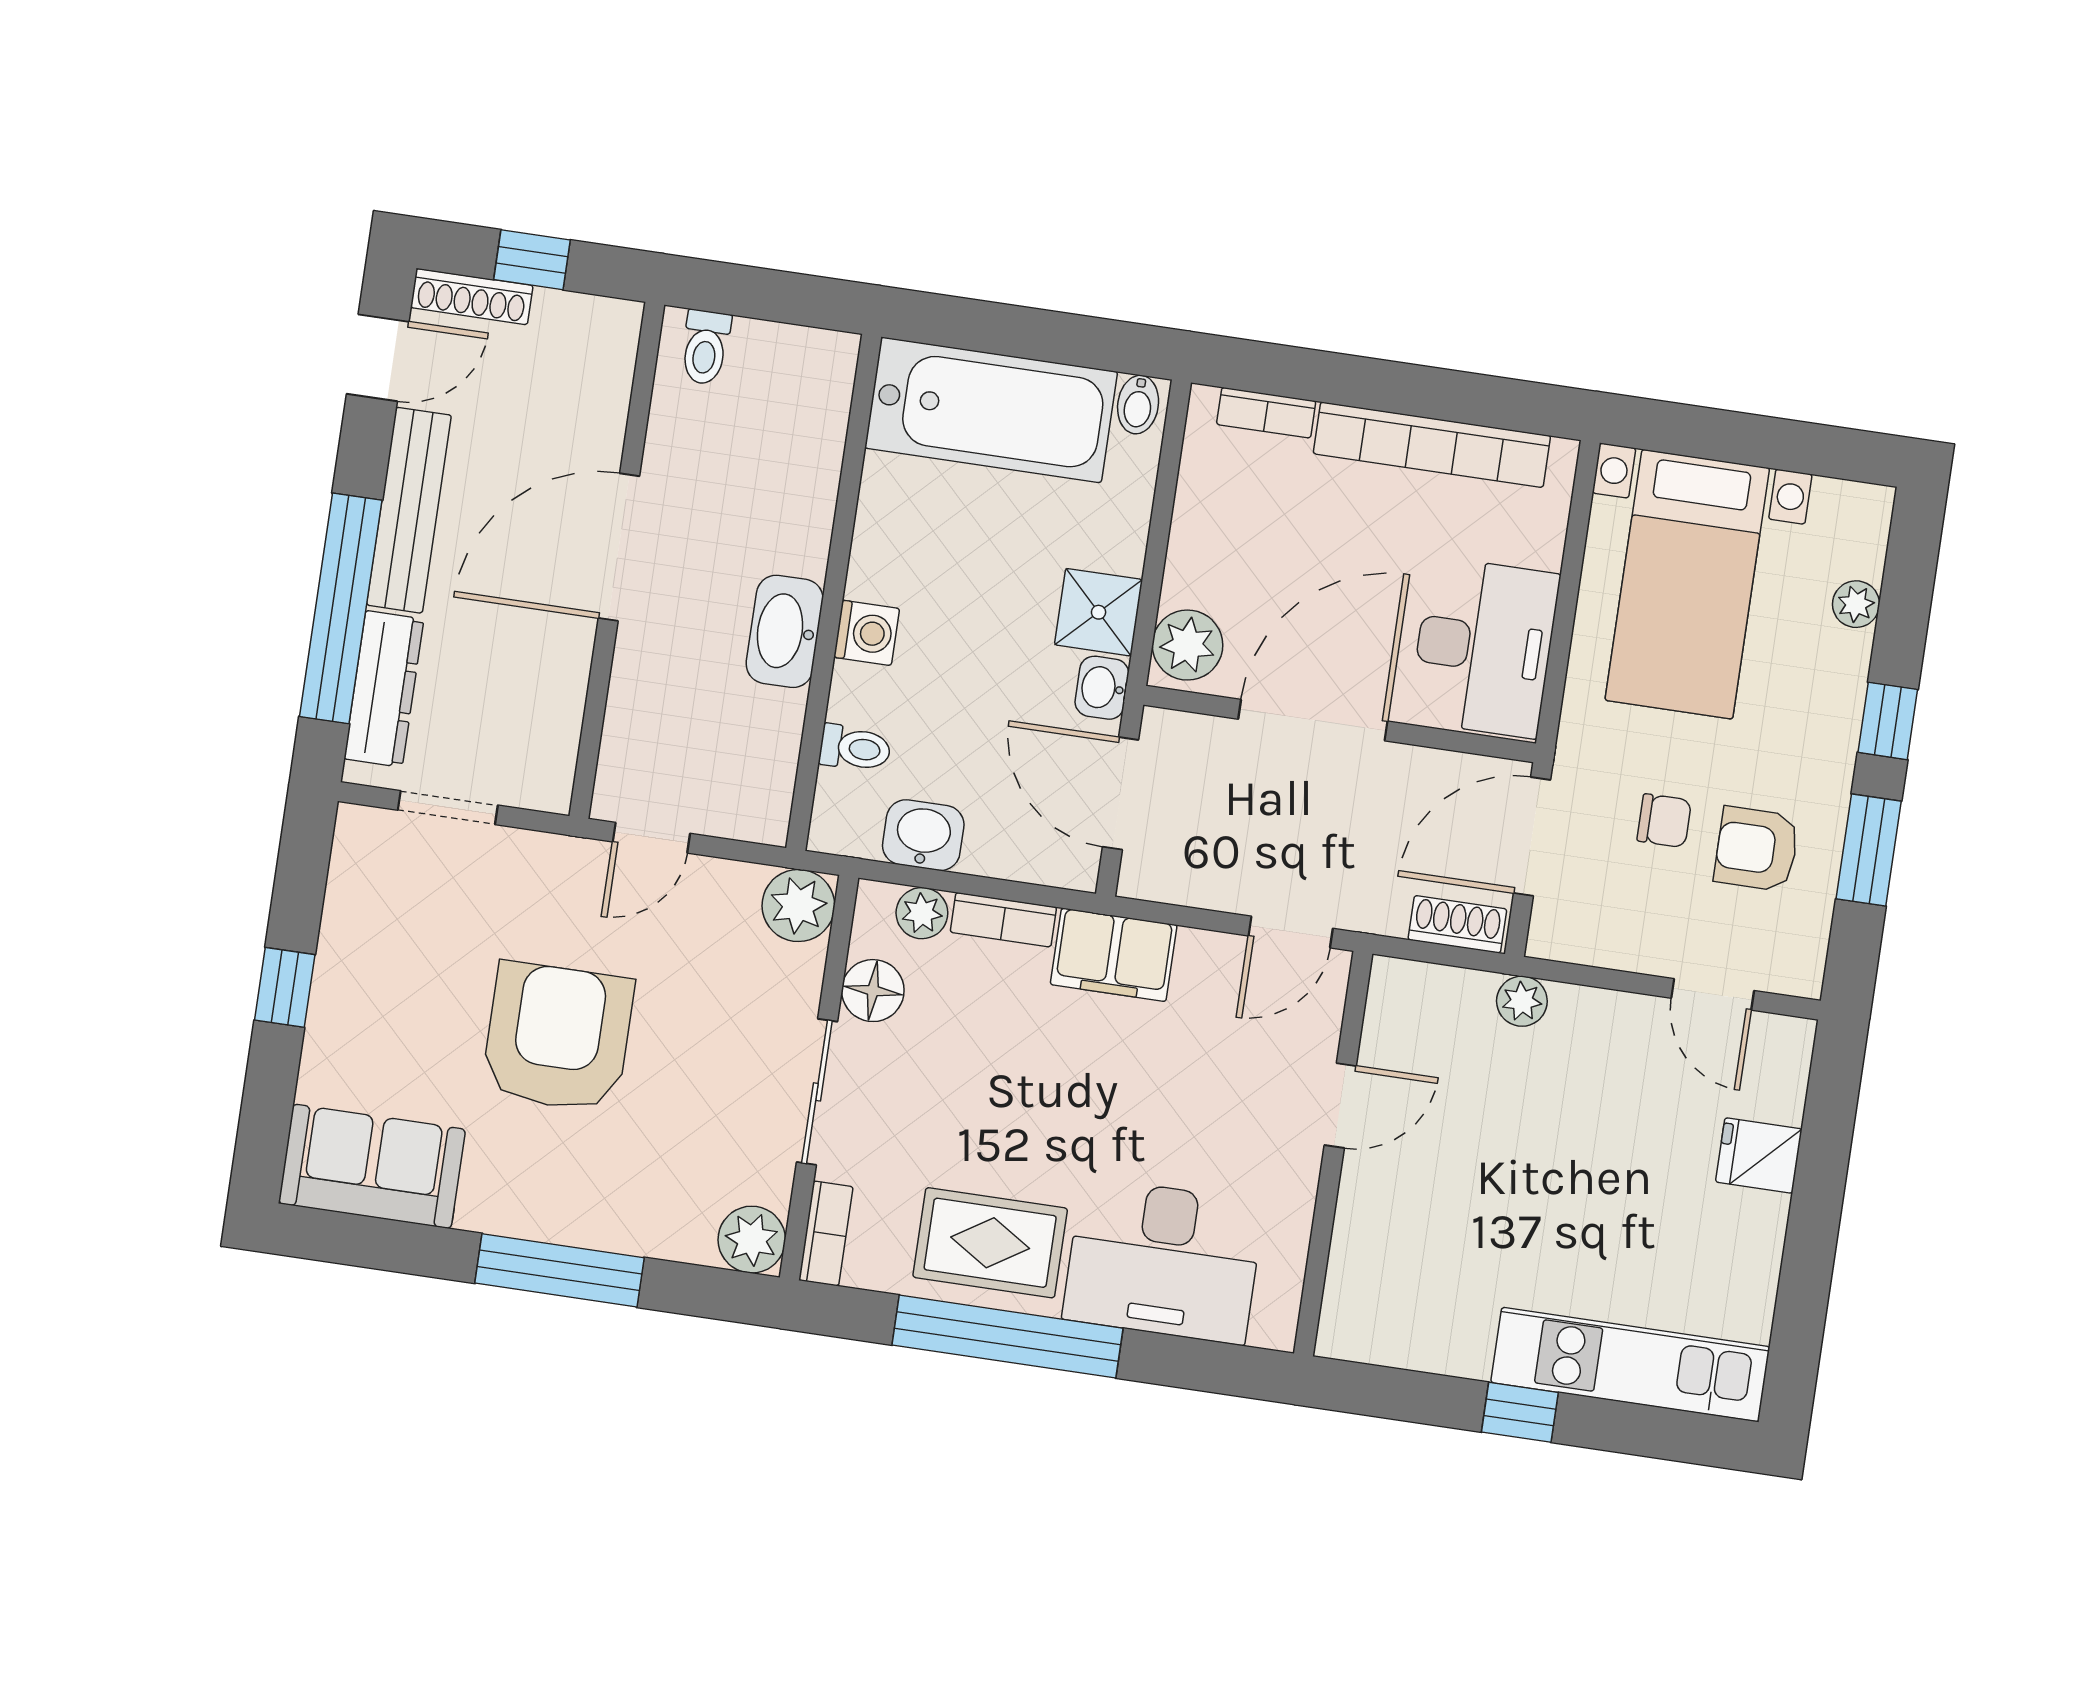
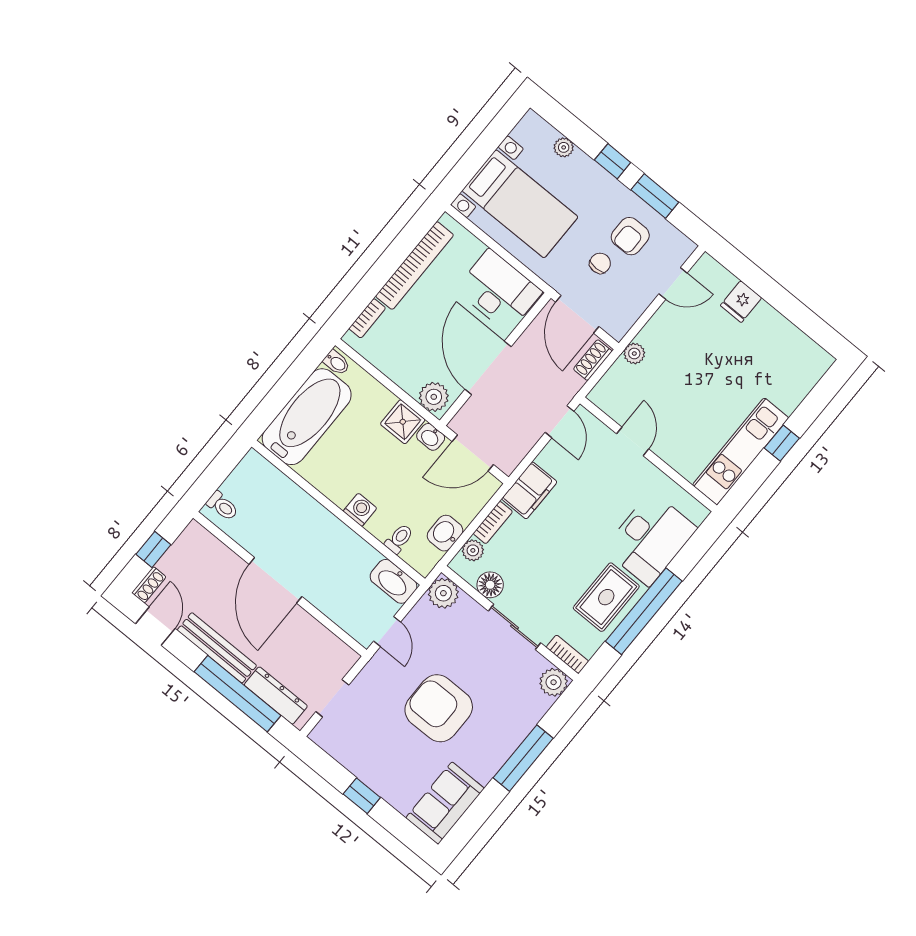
shoe rack: (472, 297) -> (149, 585), width x0.70
washbasin: (785, 631) -> (393, 581), moved
kitchen unit: (1630, 1365) -> (741, 451), moved

